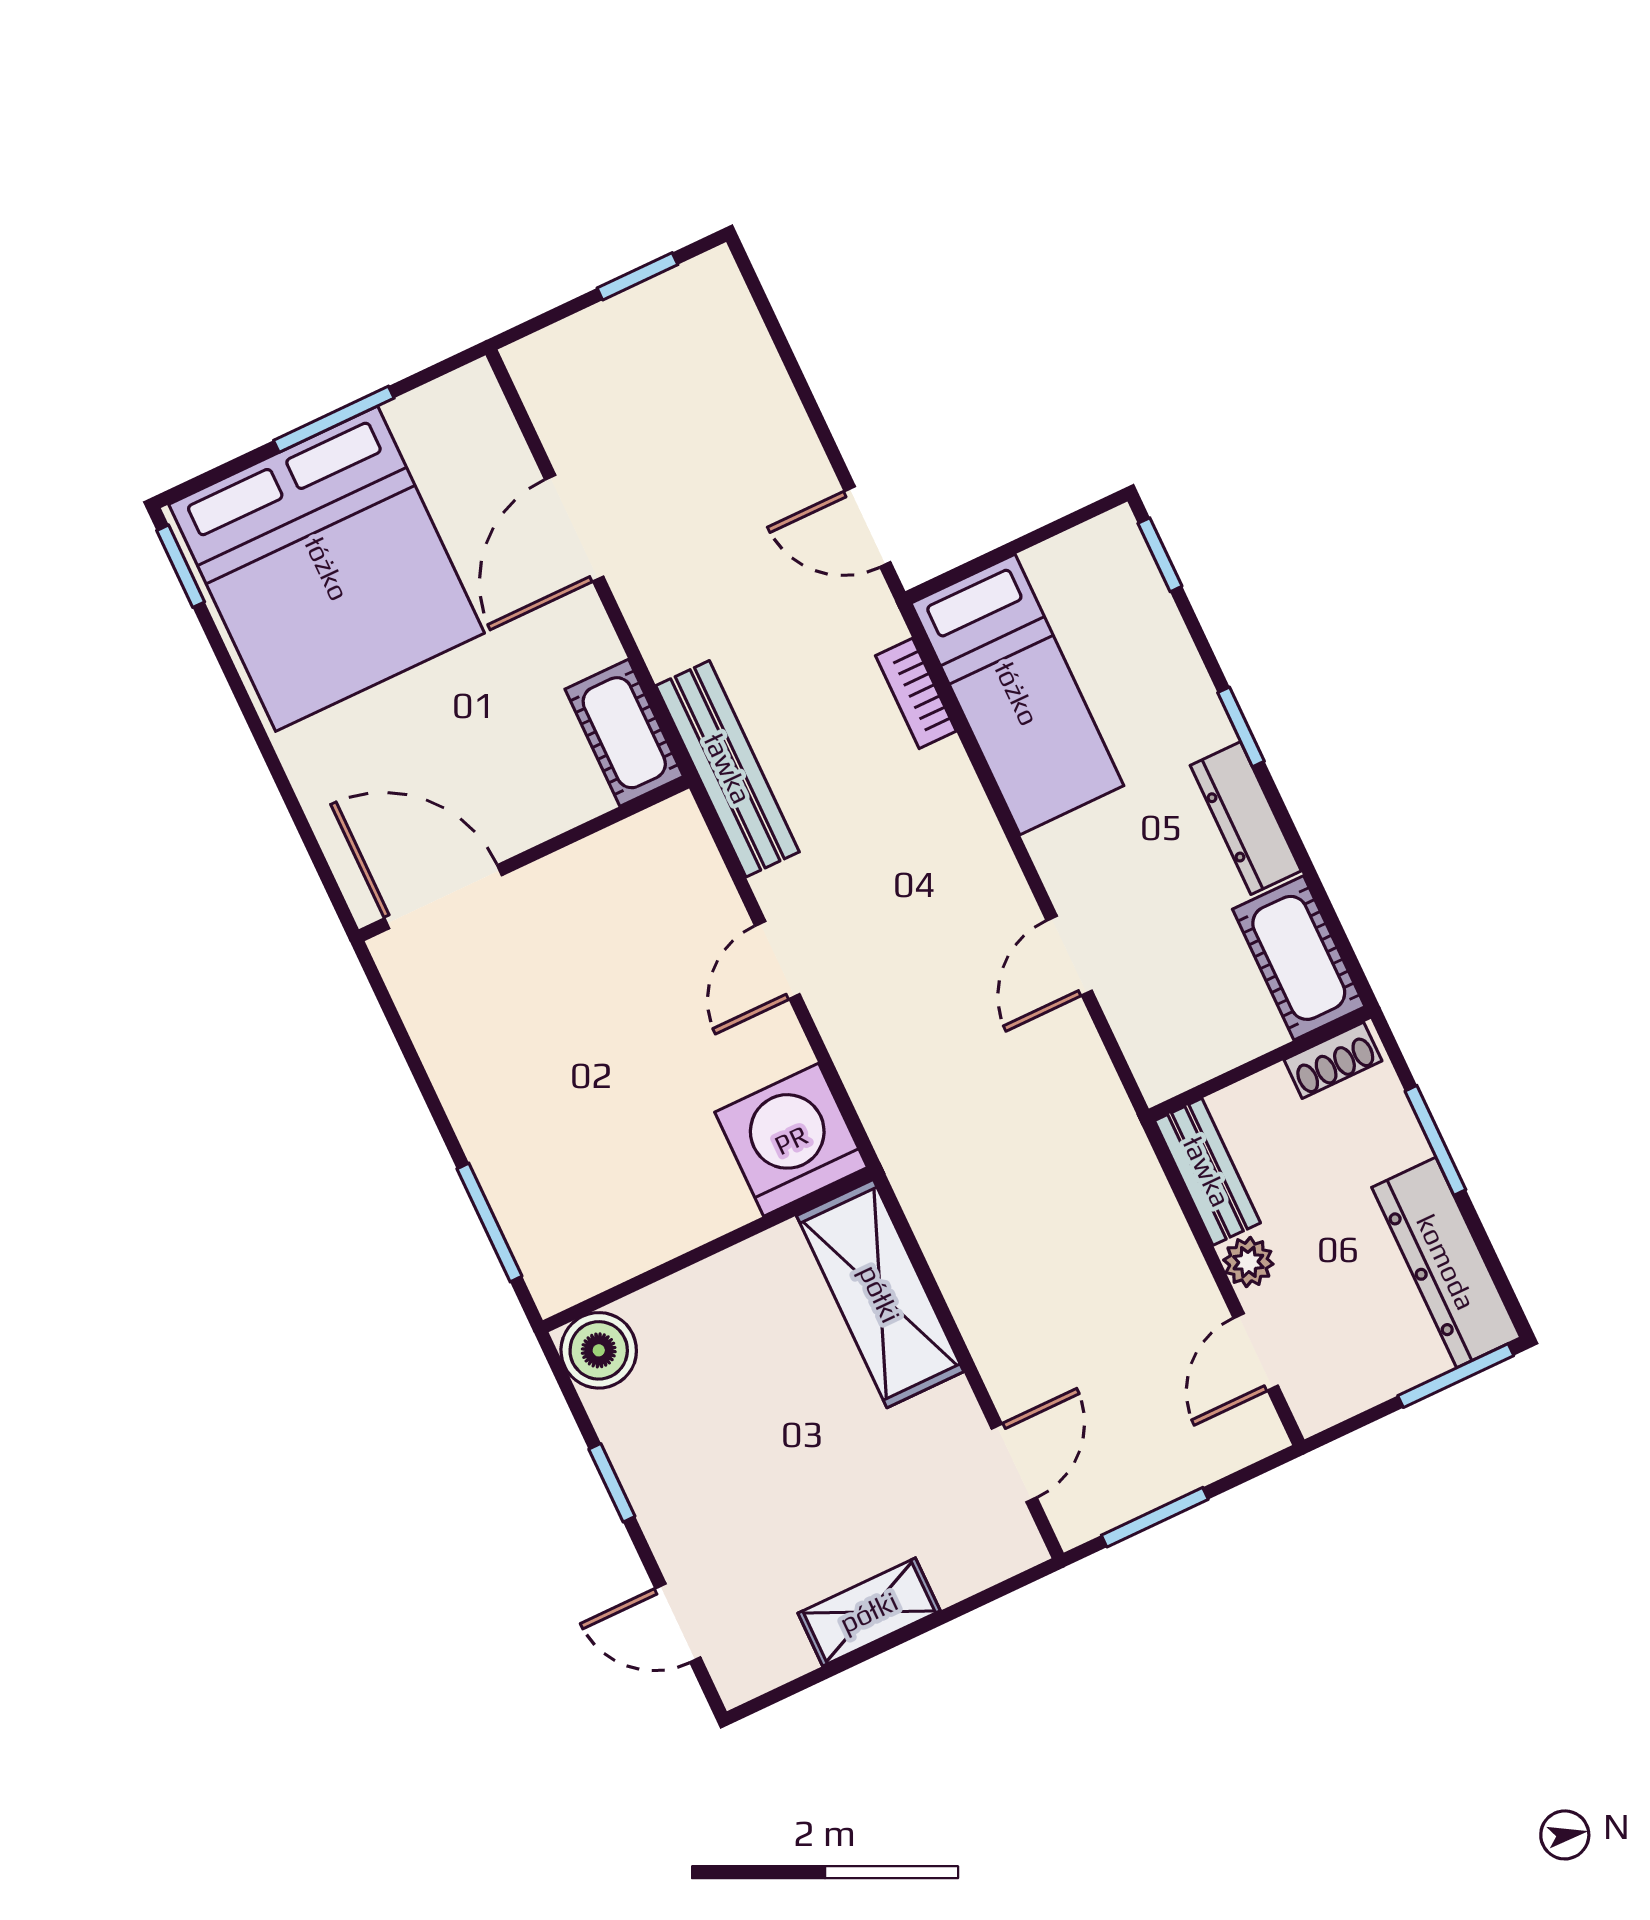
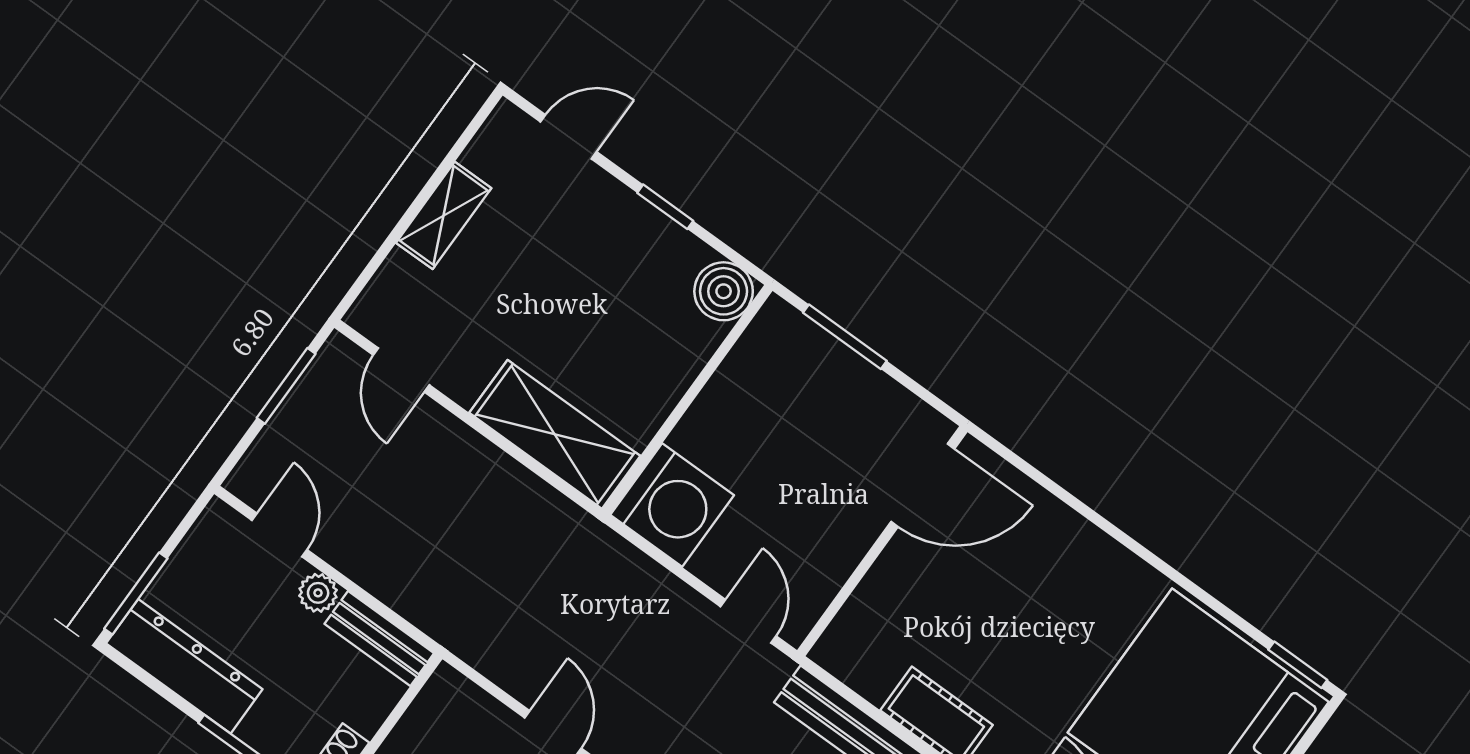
wall: (524, 859) -> (882, 541), moved
door: (443, 897) -> (923, 485), moved

